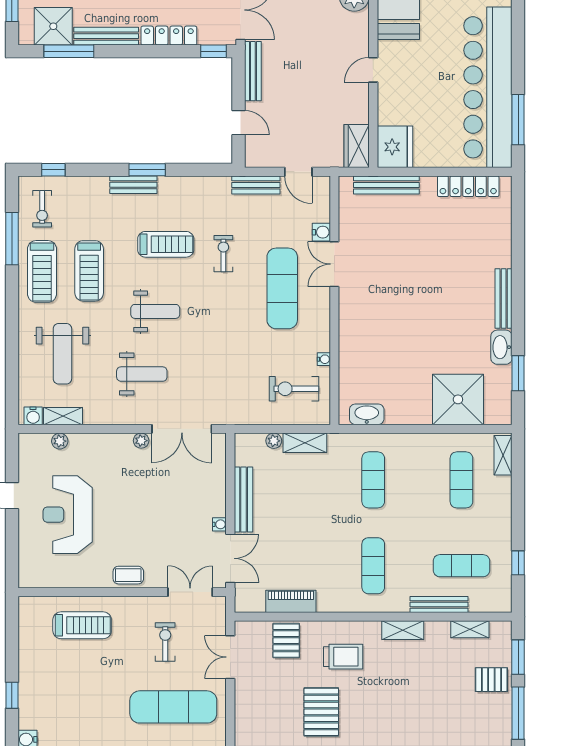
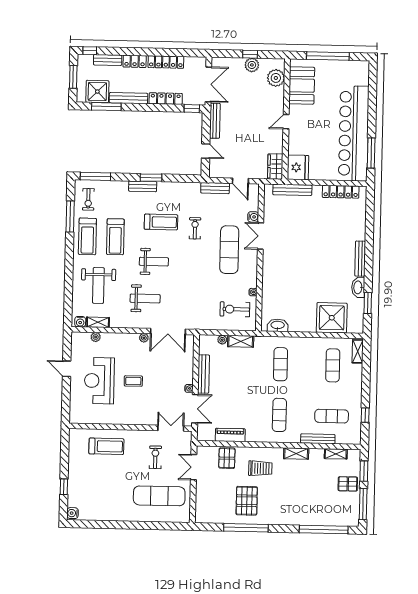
window: (53, 170) -> (95, 176), width x2.17
coffee table: (128, 575) -> (133, 381), moved

